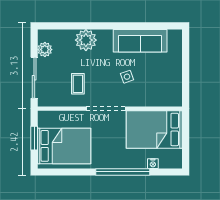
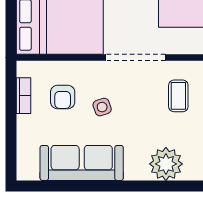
armchair: (152, 83) -> (63, 97), added
bookcase: (178, 84) -> (23, 96), added

